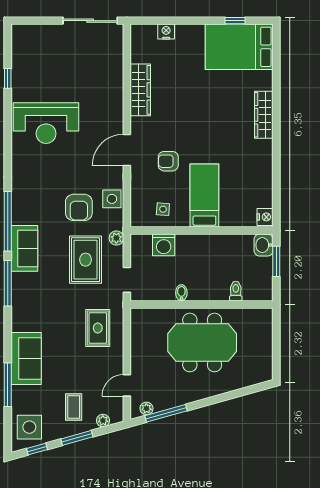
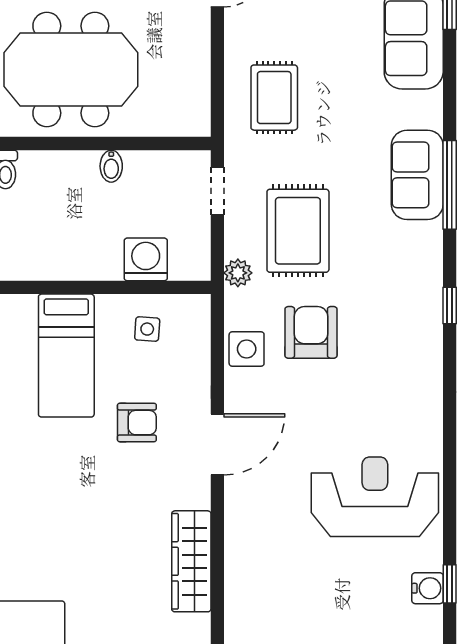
water cooler: (19, 76) -> (428, 588), added
window: (8, 221) -> (450, 306), width x0.32
sofa: (24, 248) -> (417, 175), moved

